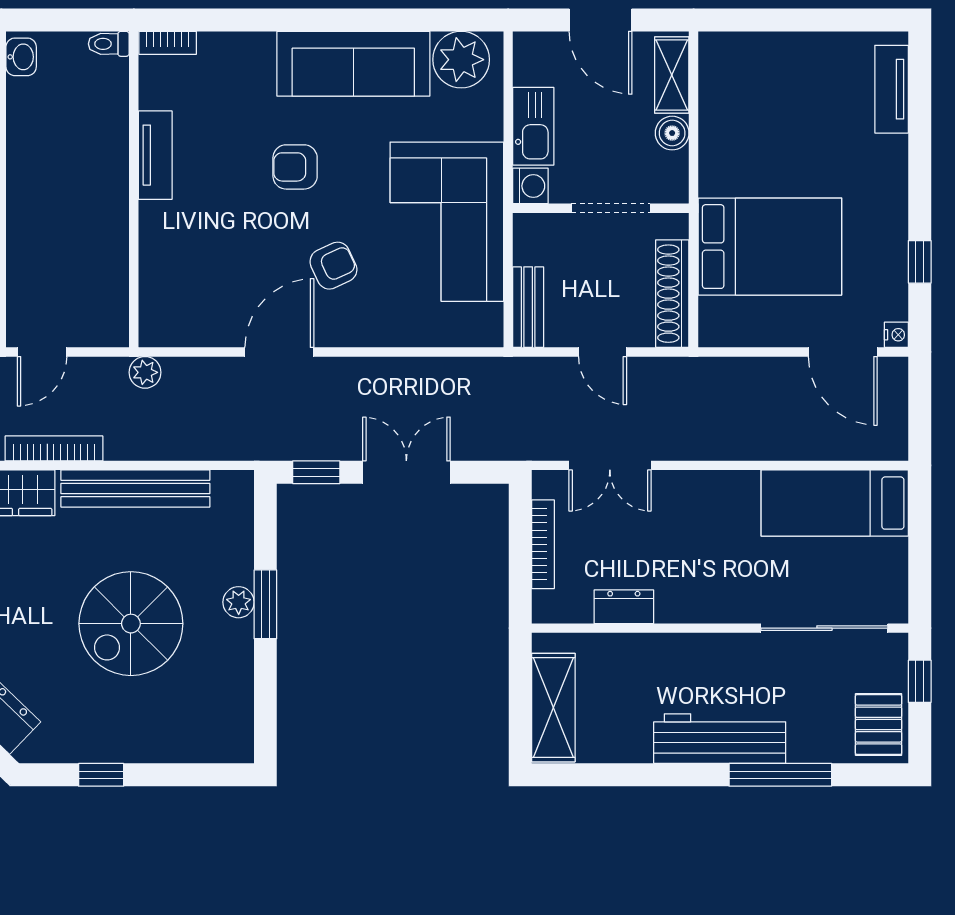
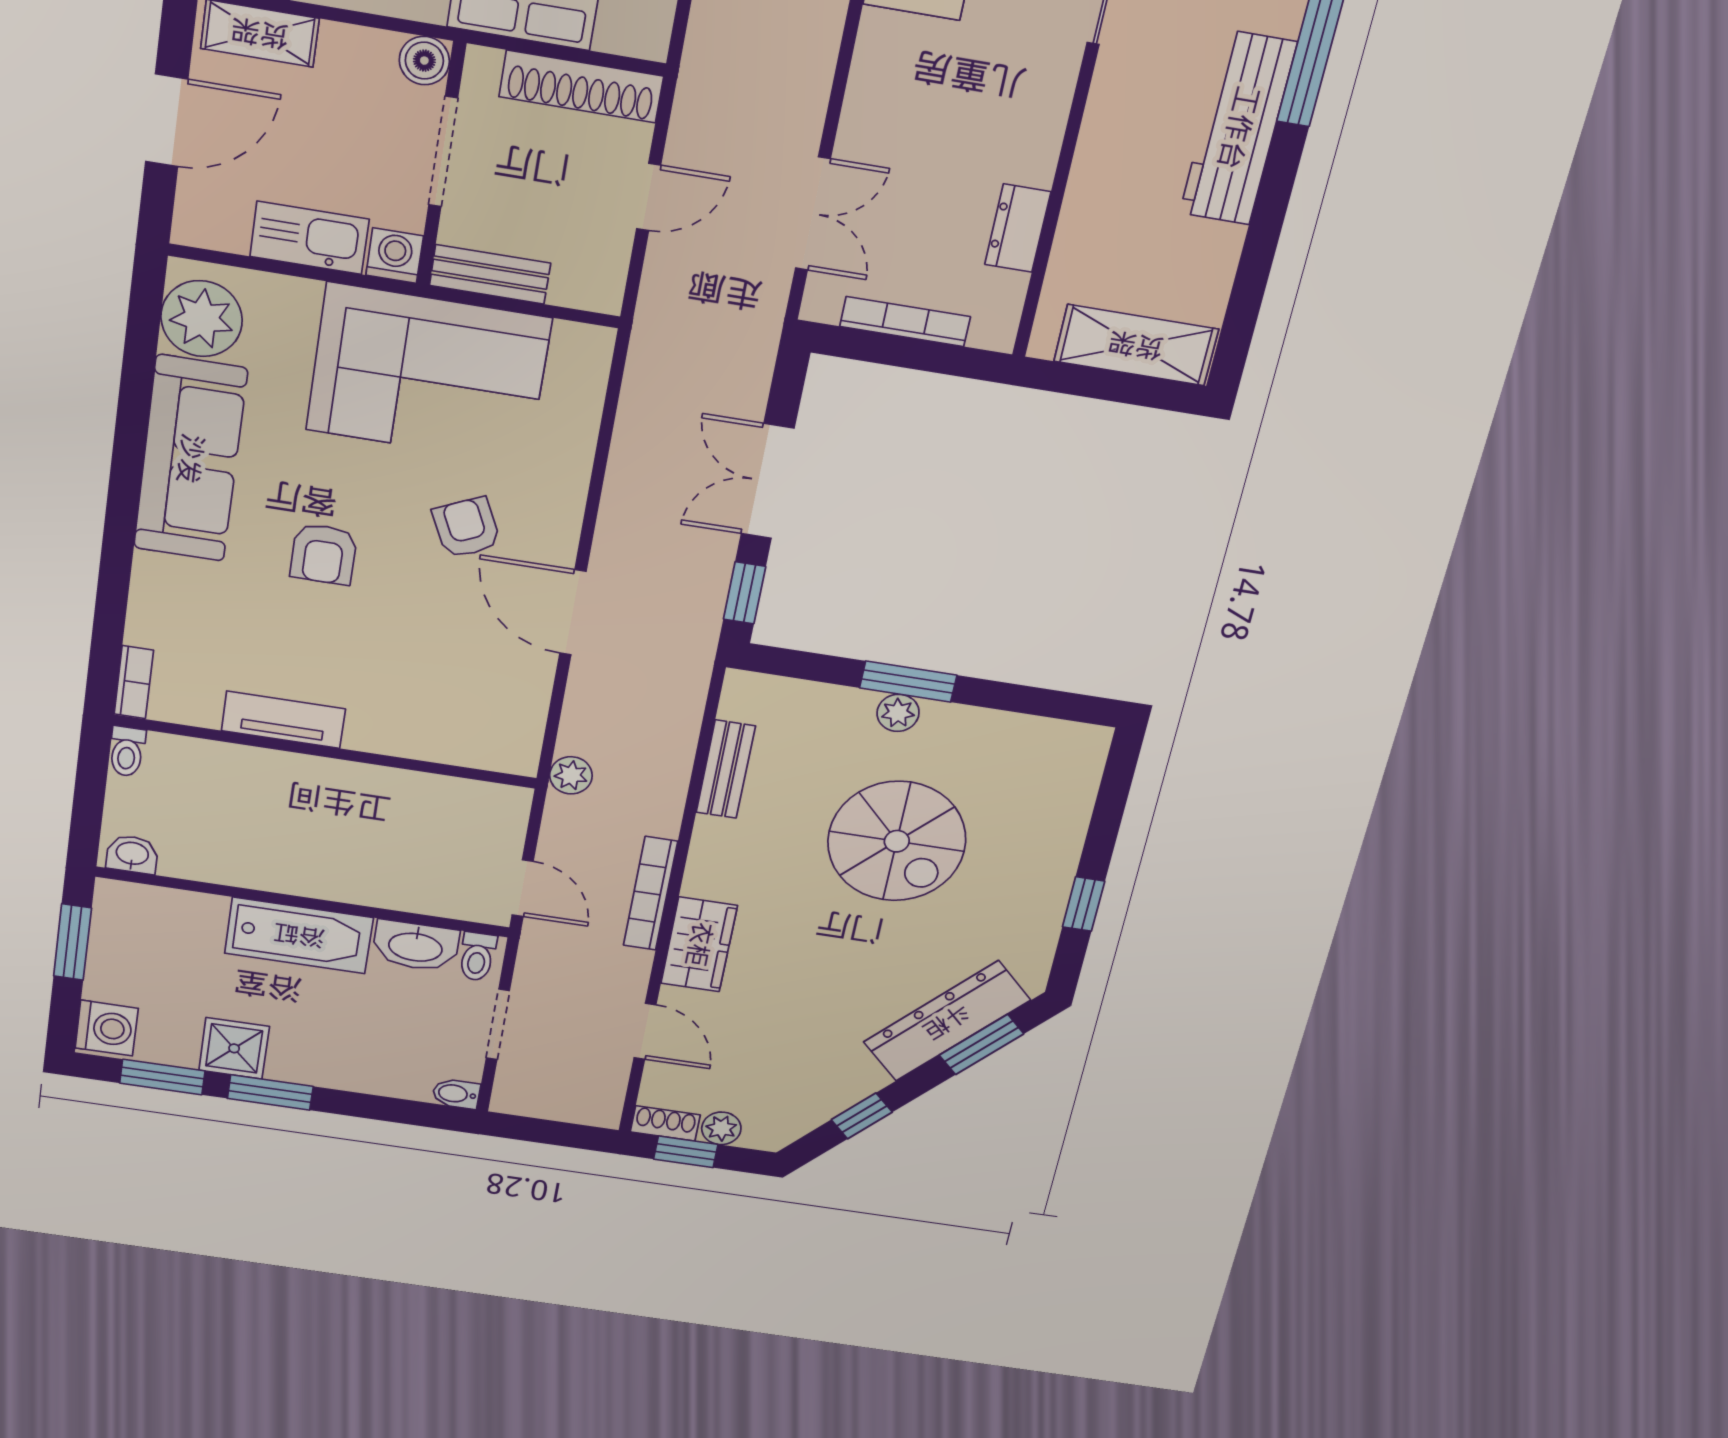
boiler: (672, 133) -> (424, 61), moved
bench: (528, 307) -> (490, 274), moved
bench: (135, 489) -> (726, 769), width x0.54, depth x0.82

